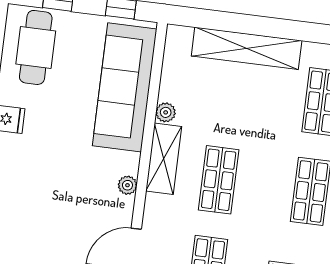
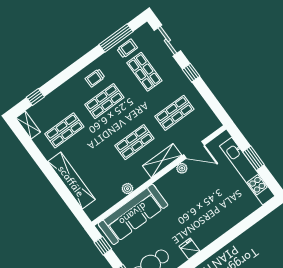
shelving: (164, 159) -> (162, 161), moved
plant: (127, 185) -> (182, 168), moved

